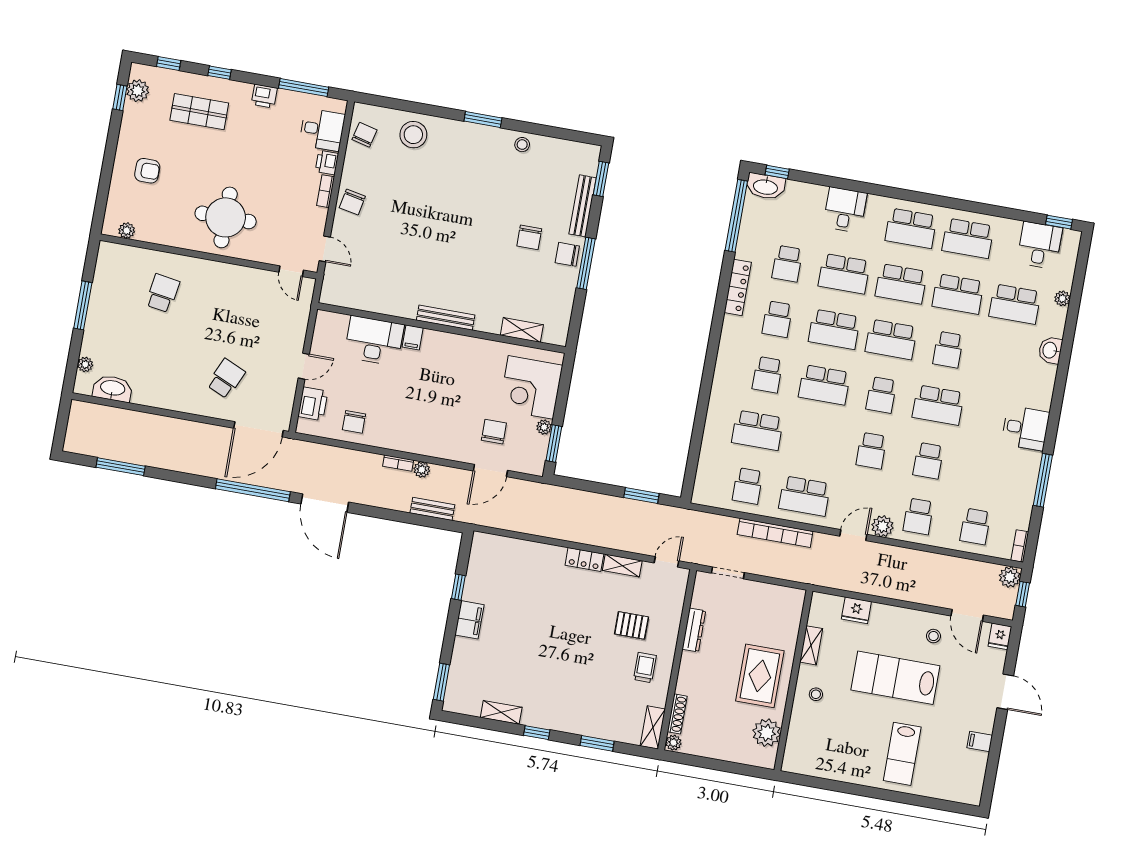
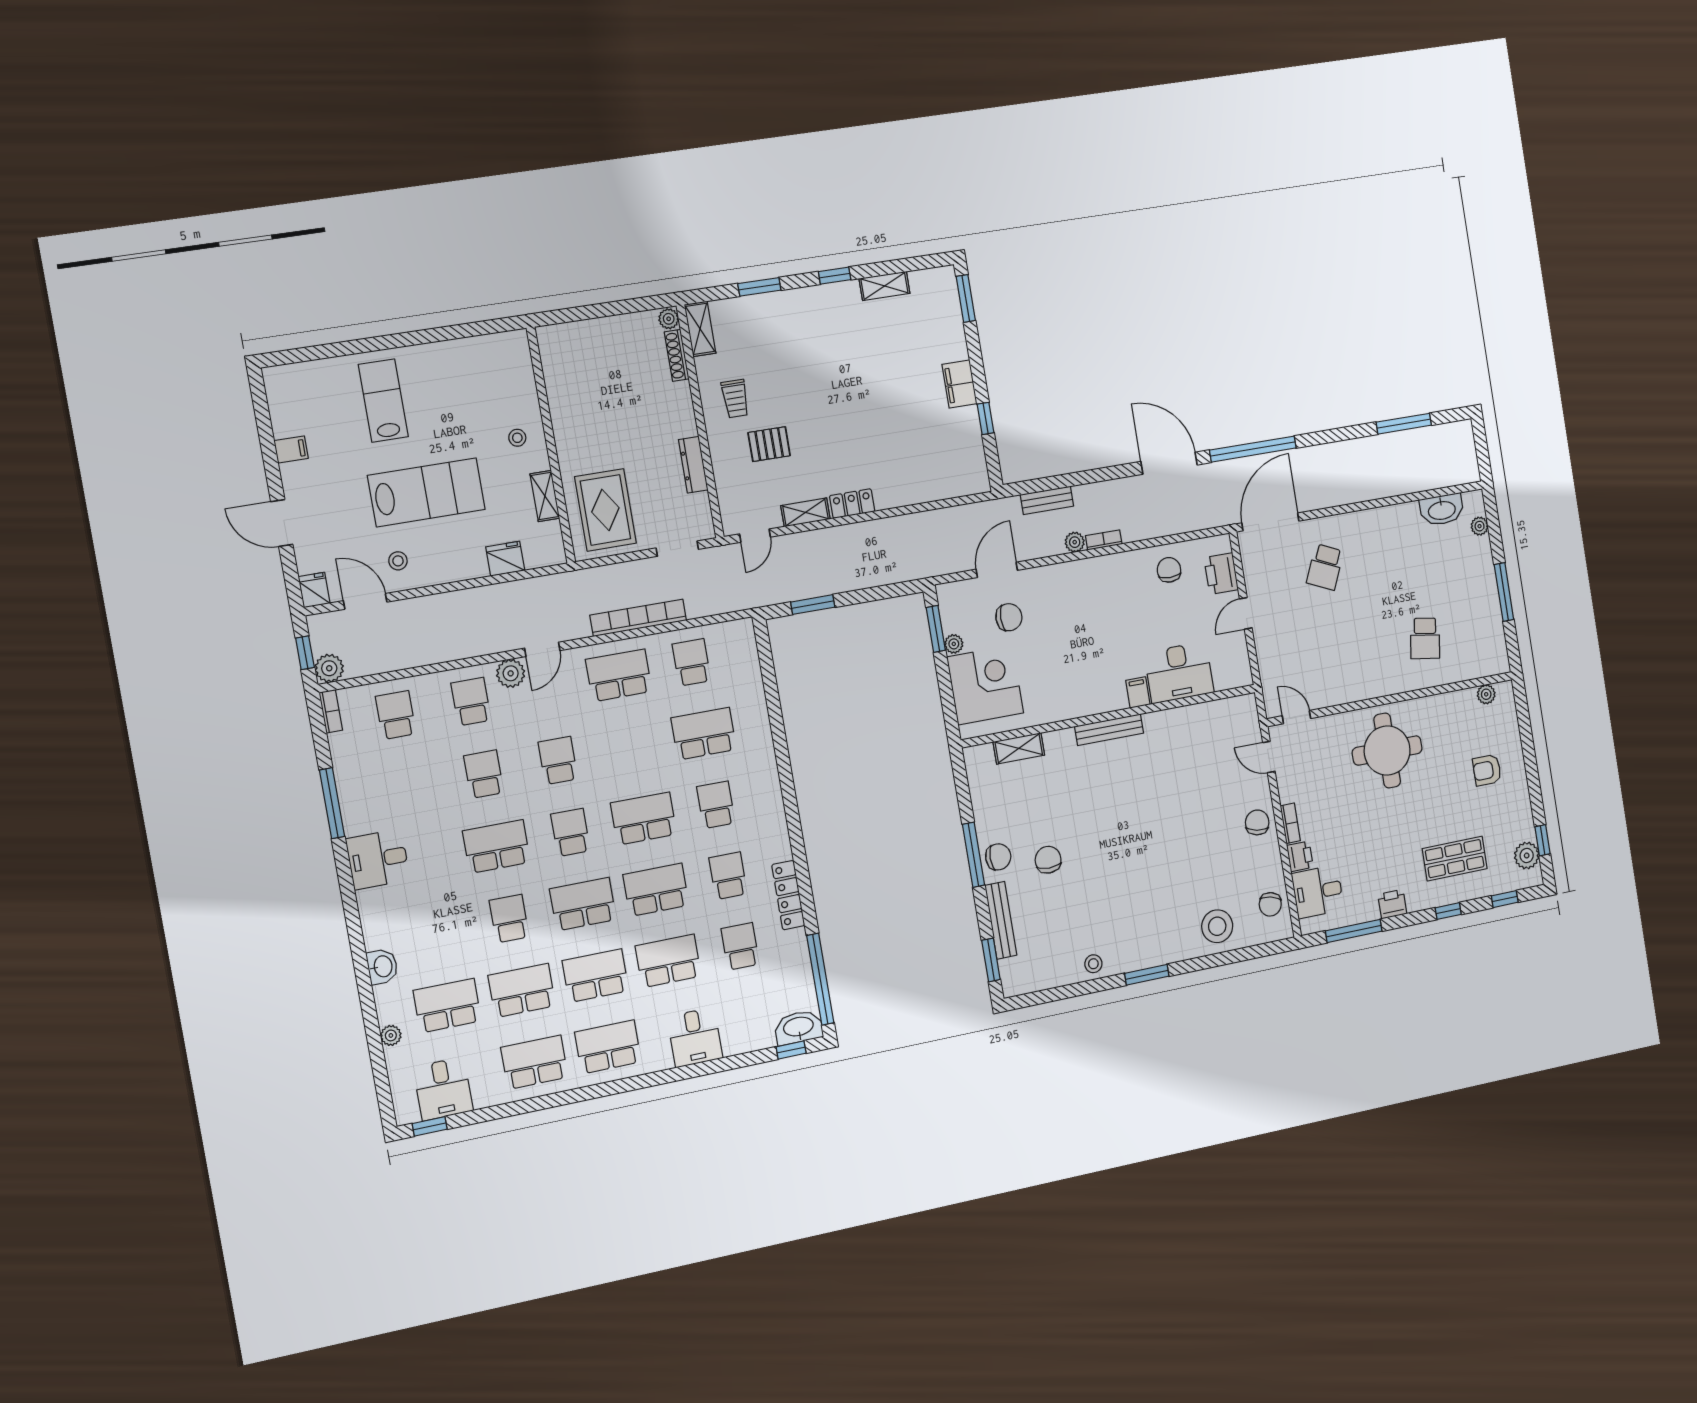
chair: (494, 432) -> (1009, 617), turned -90
rug: (760, 676) -> (605, 510), moved
plant: (767, 733) -> (560, 370), removed

